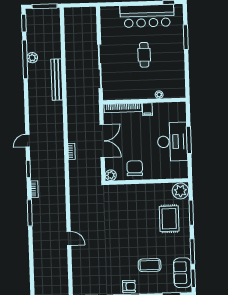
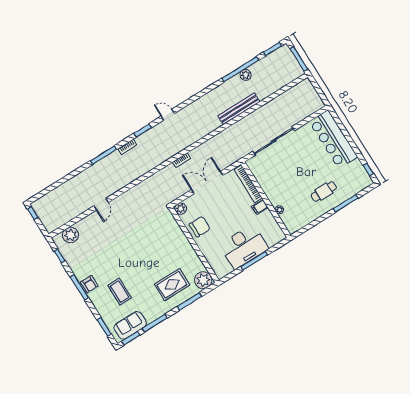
bar counter: (147, 16) -> (333, 139), moved
cafe table: (144, 55) -> (324, 192), moved
double door: (102, 141) -> (207, 183), swing flipped
plant: (80, 278) -> (71, 235), added

